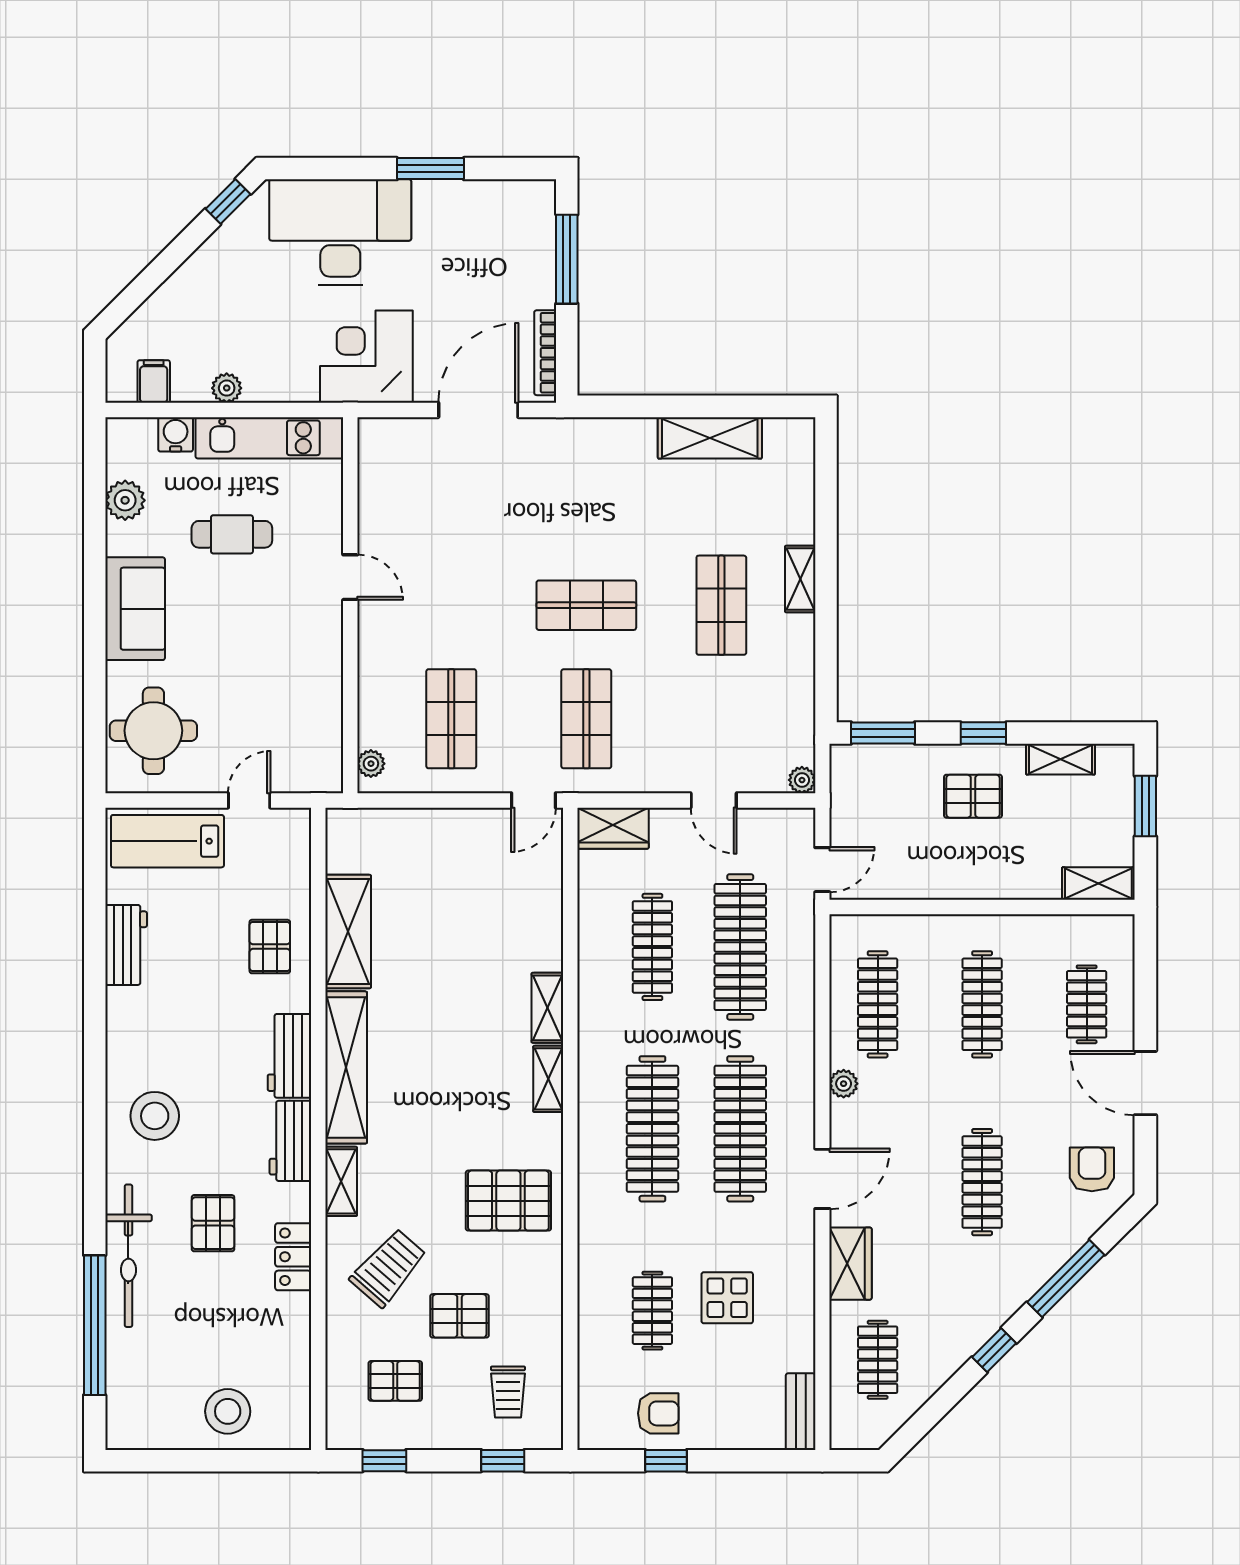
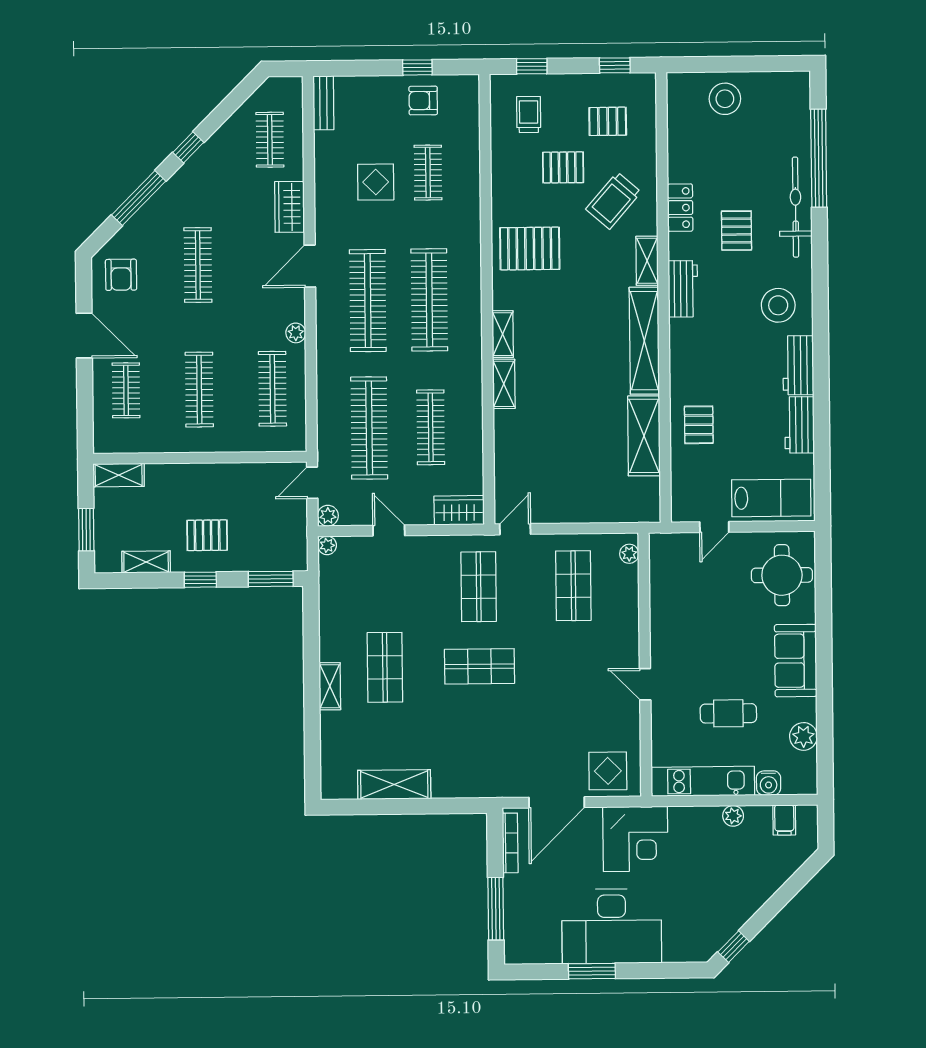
desk: (340, 232) -> (612, 926), moved
display table: (405, 454) -> (608, 771), added
plant: (800, 822) -> (328, 516), added
workbench: (289, 1056) -> (798, 365), moved, turned 180

